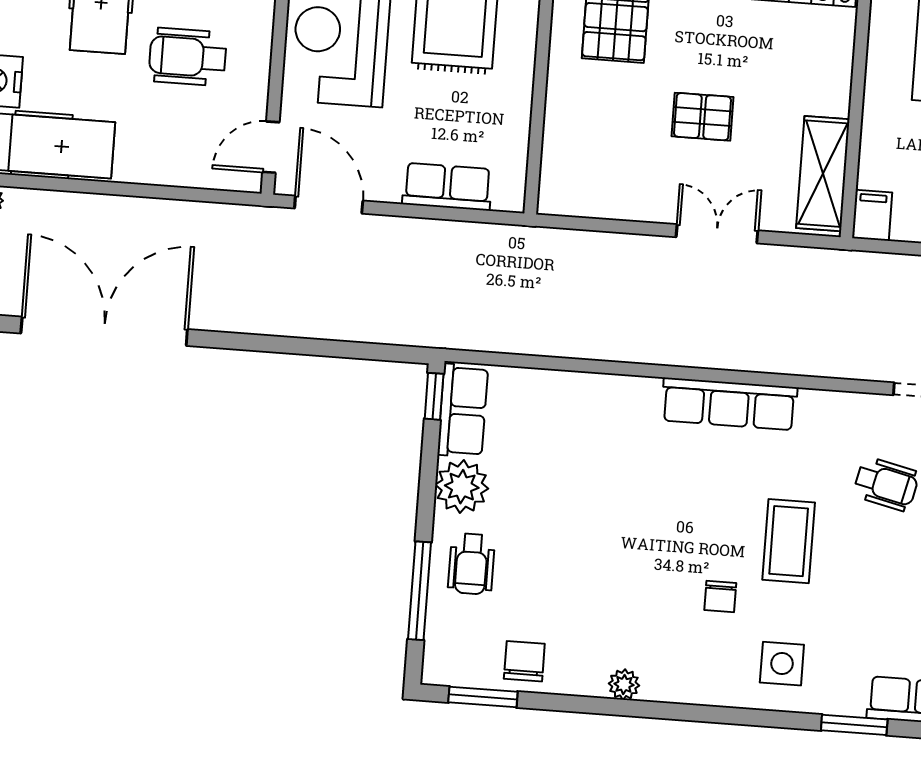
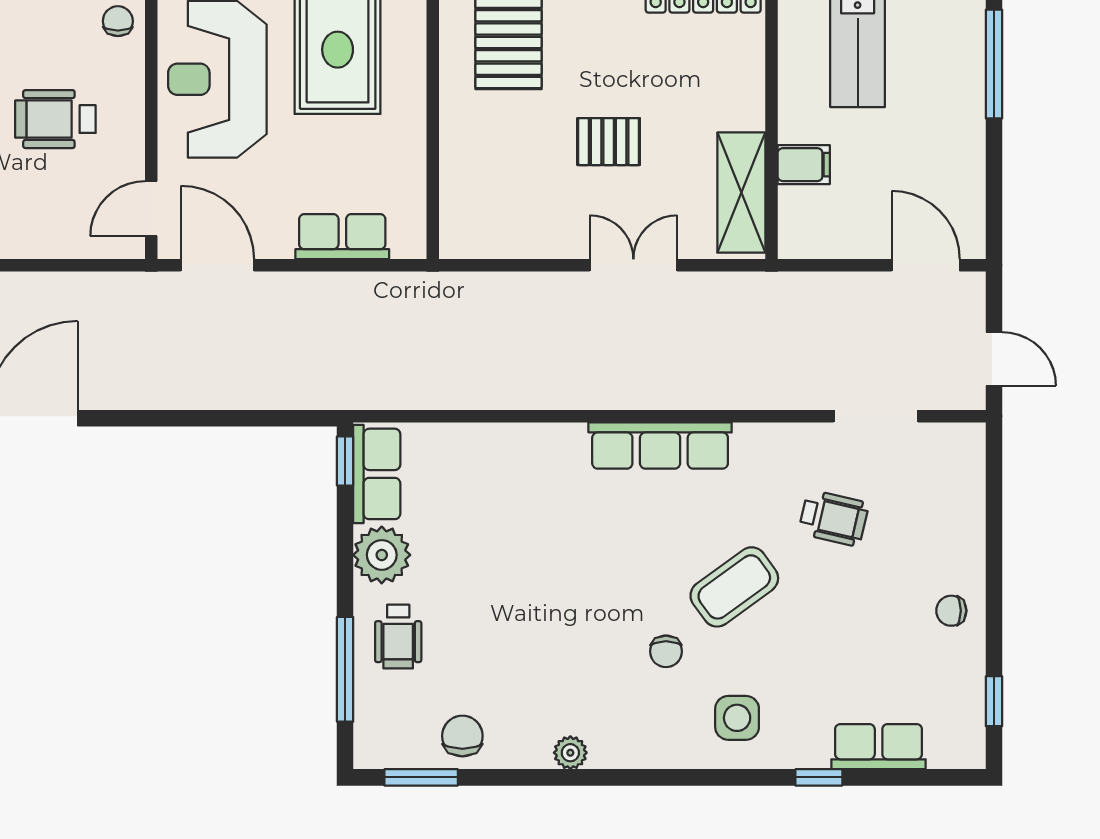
filing cabinet: (872, 215) -> (804, 165), moved, turned 90
coffee table: (789, 541) -> (734, 587), turned 54
window: (854, 725) -> (819, 777), width x0.67

